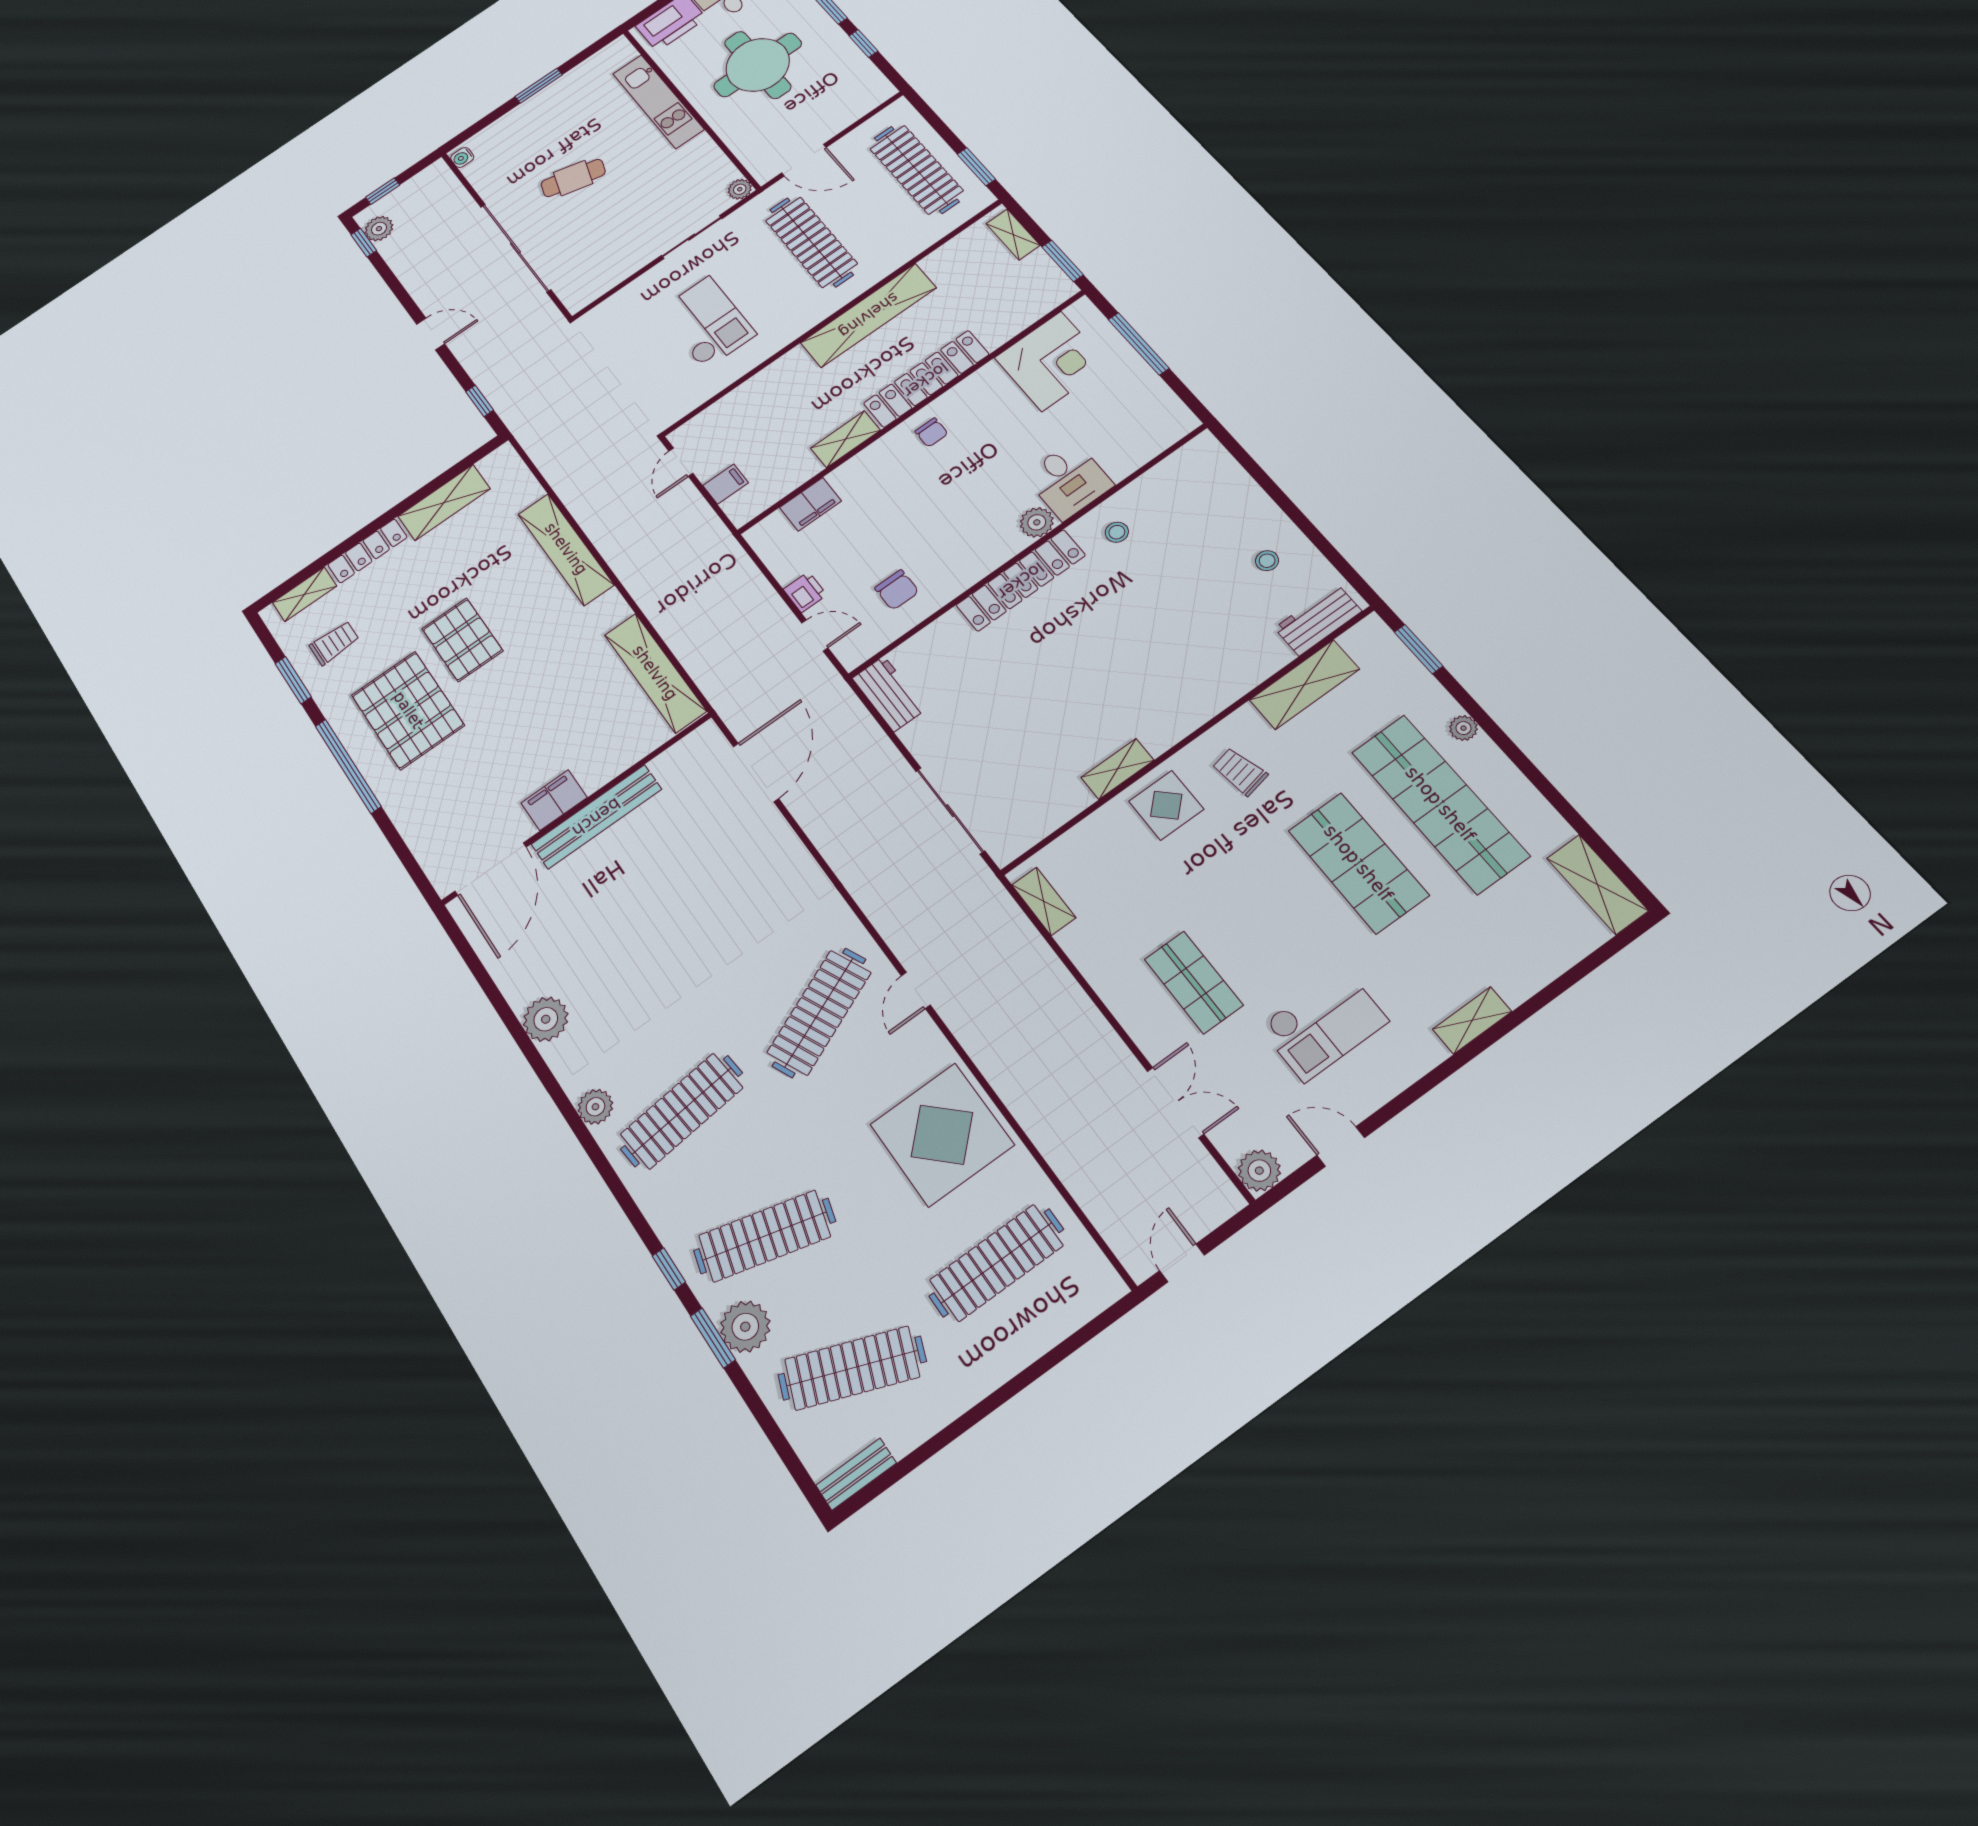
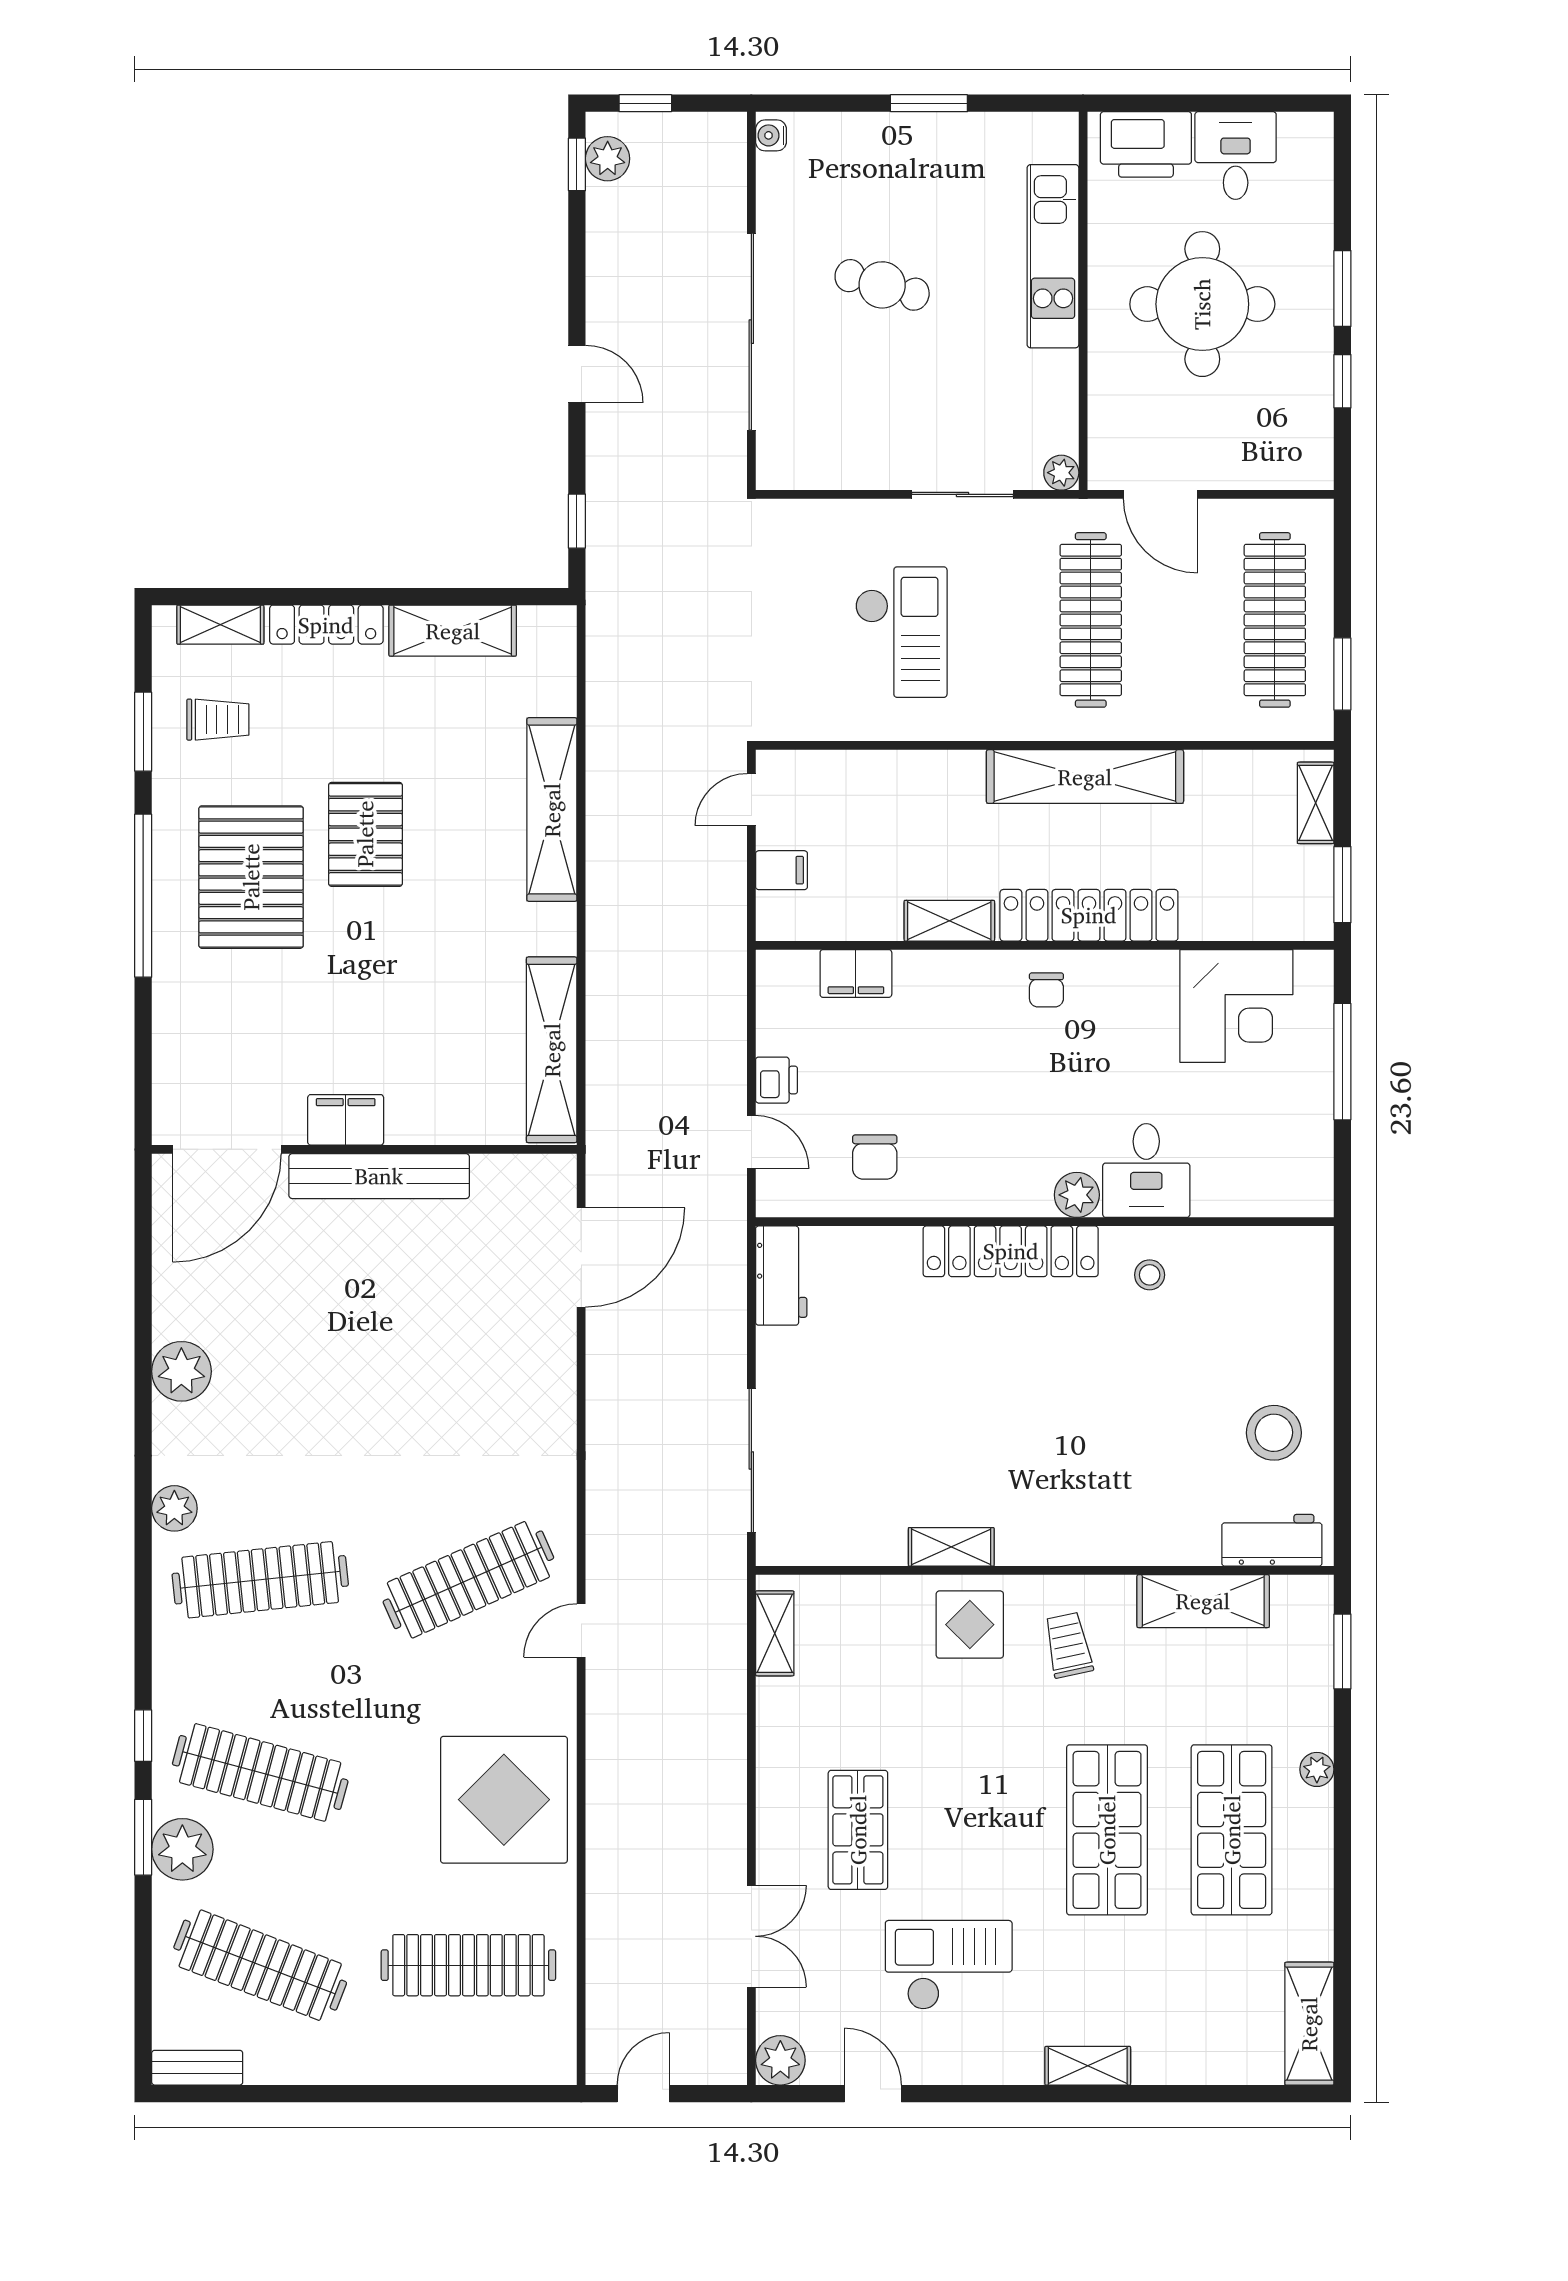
stool: (1267, 561) -> (1274, 1433), width x1.89, depth x1.89
shop shelf: (1440, 804) -> (1232, 1830), width x0.71
checkout: (1324, 1024) -> (949, 1965), turned 180

